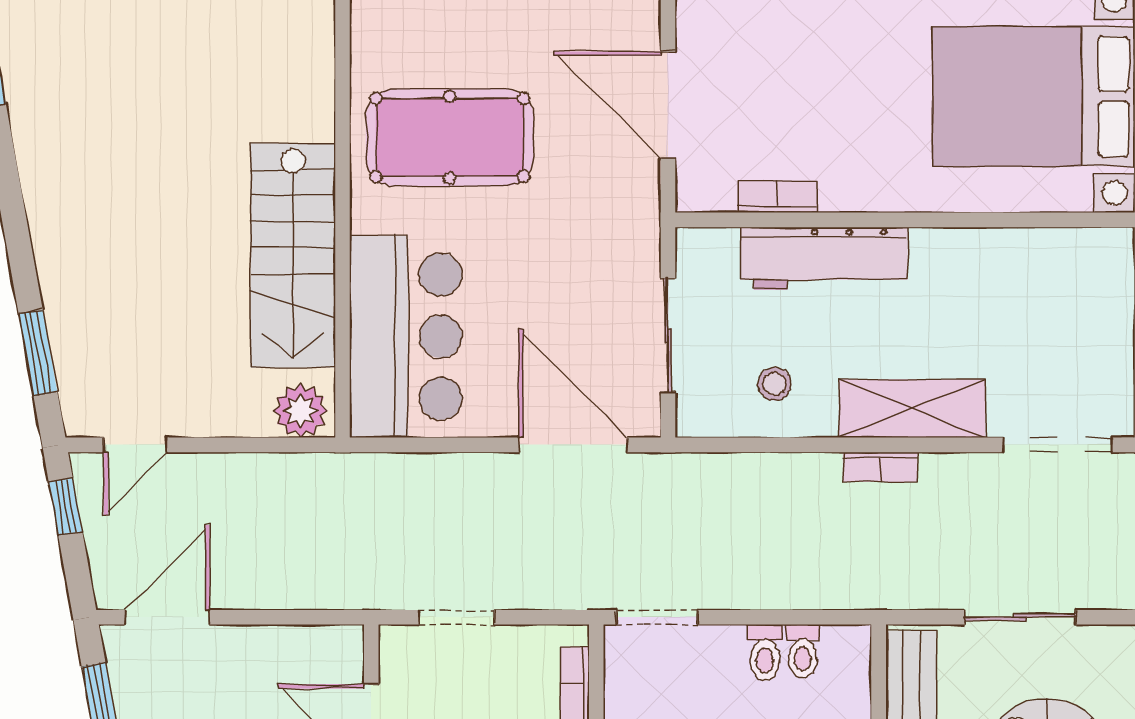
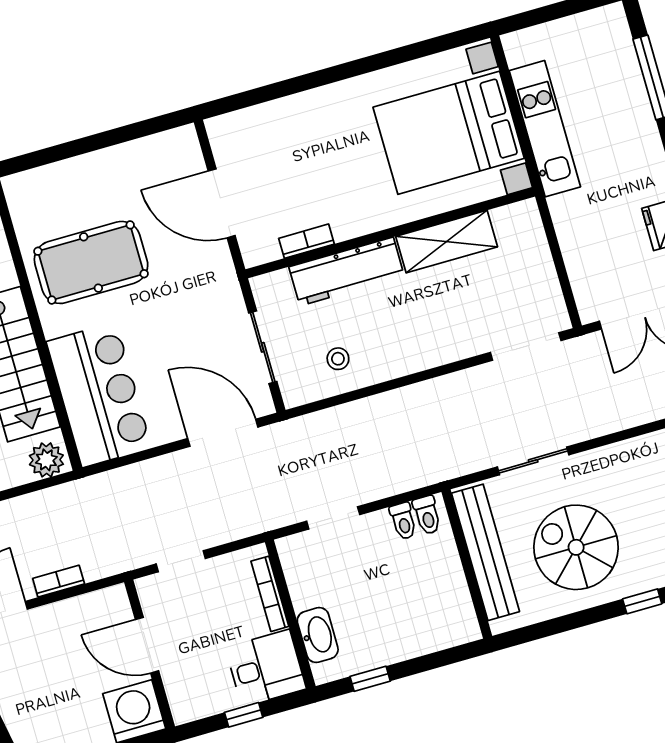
shelving: (912, 408) -> (447, 242), moved
bookcase: (880, 467) -> (59, 581), moved, turned 180
doorway: (657, 617) -> (333, 518), moved
toilet: (765, 653) -> (427, 515), moved

